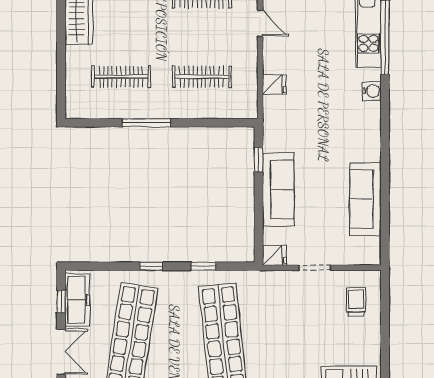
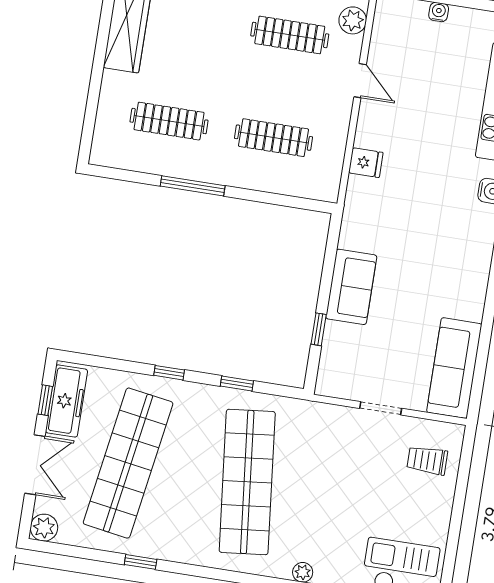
window: (259, 160) -> (319, 329), moved
sofa: (278, 190) -> (351, 287), width x0.73
sofa: (365, 199) -> (454, 368), moved
fridge: (274, 255) -> (331, 384), removed
trolley: (356, 301) -> (427, 460), turned -90

